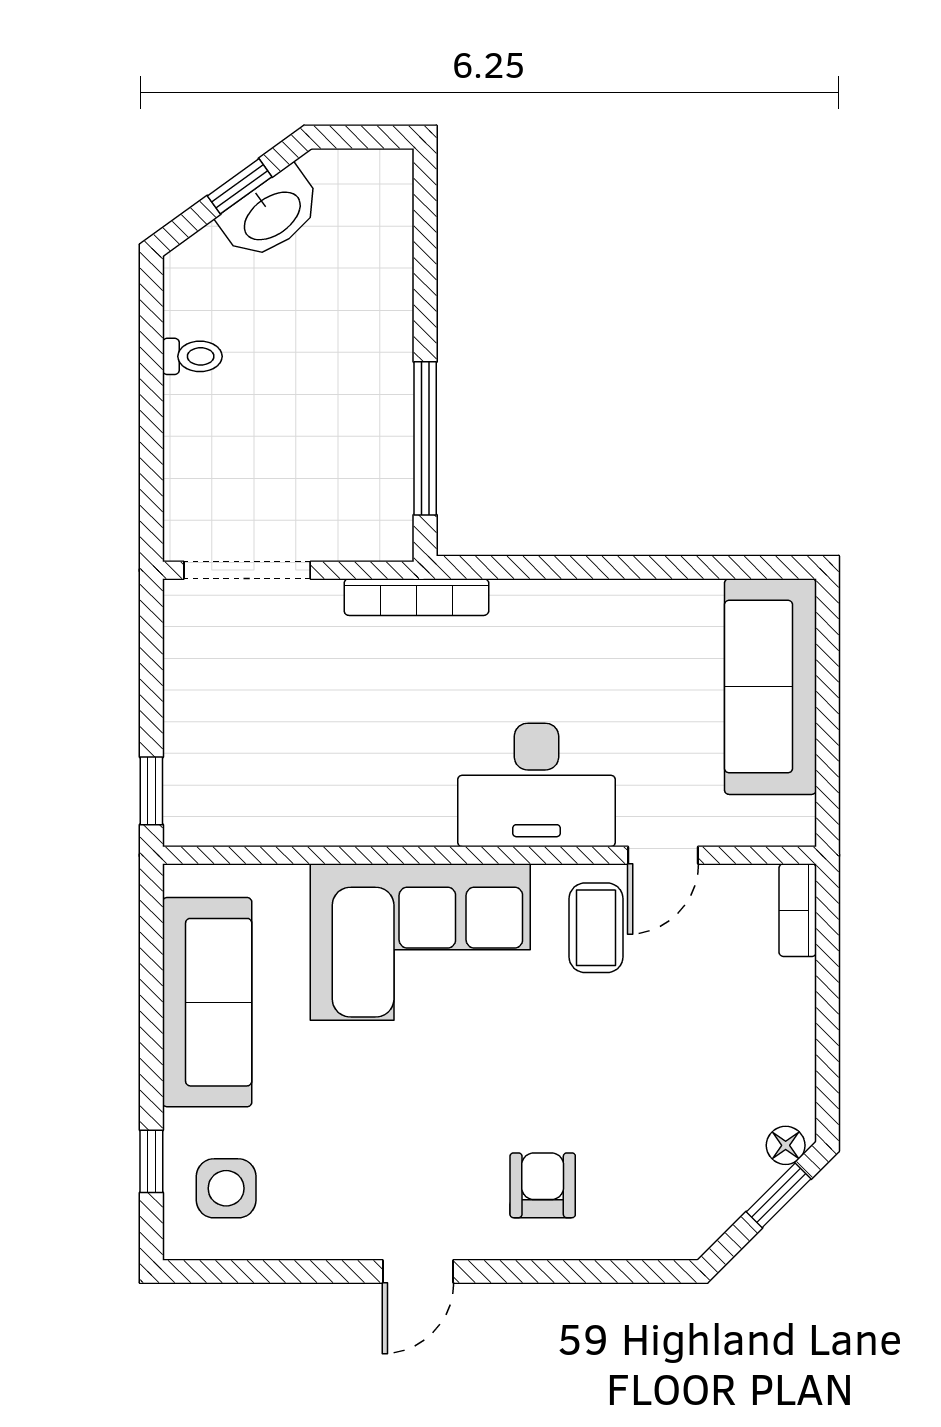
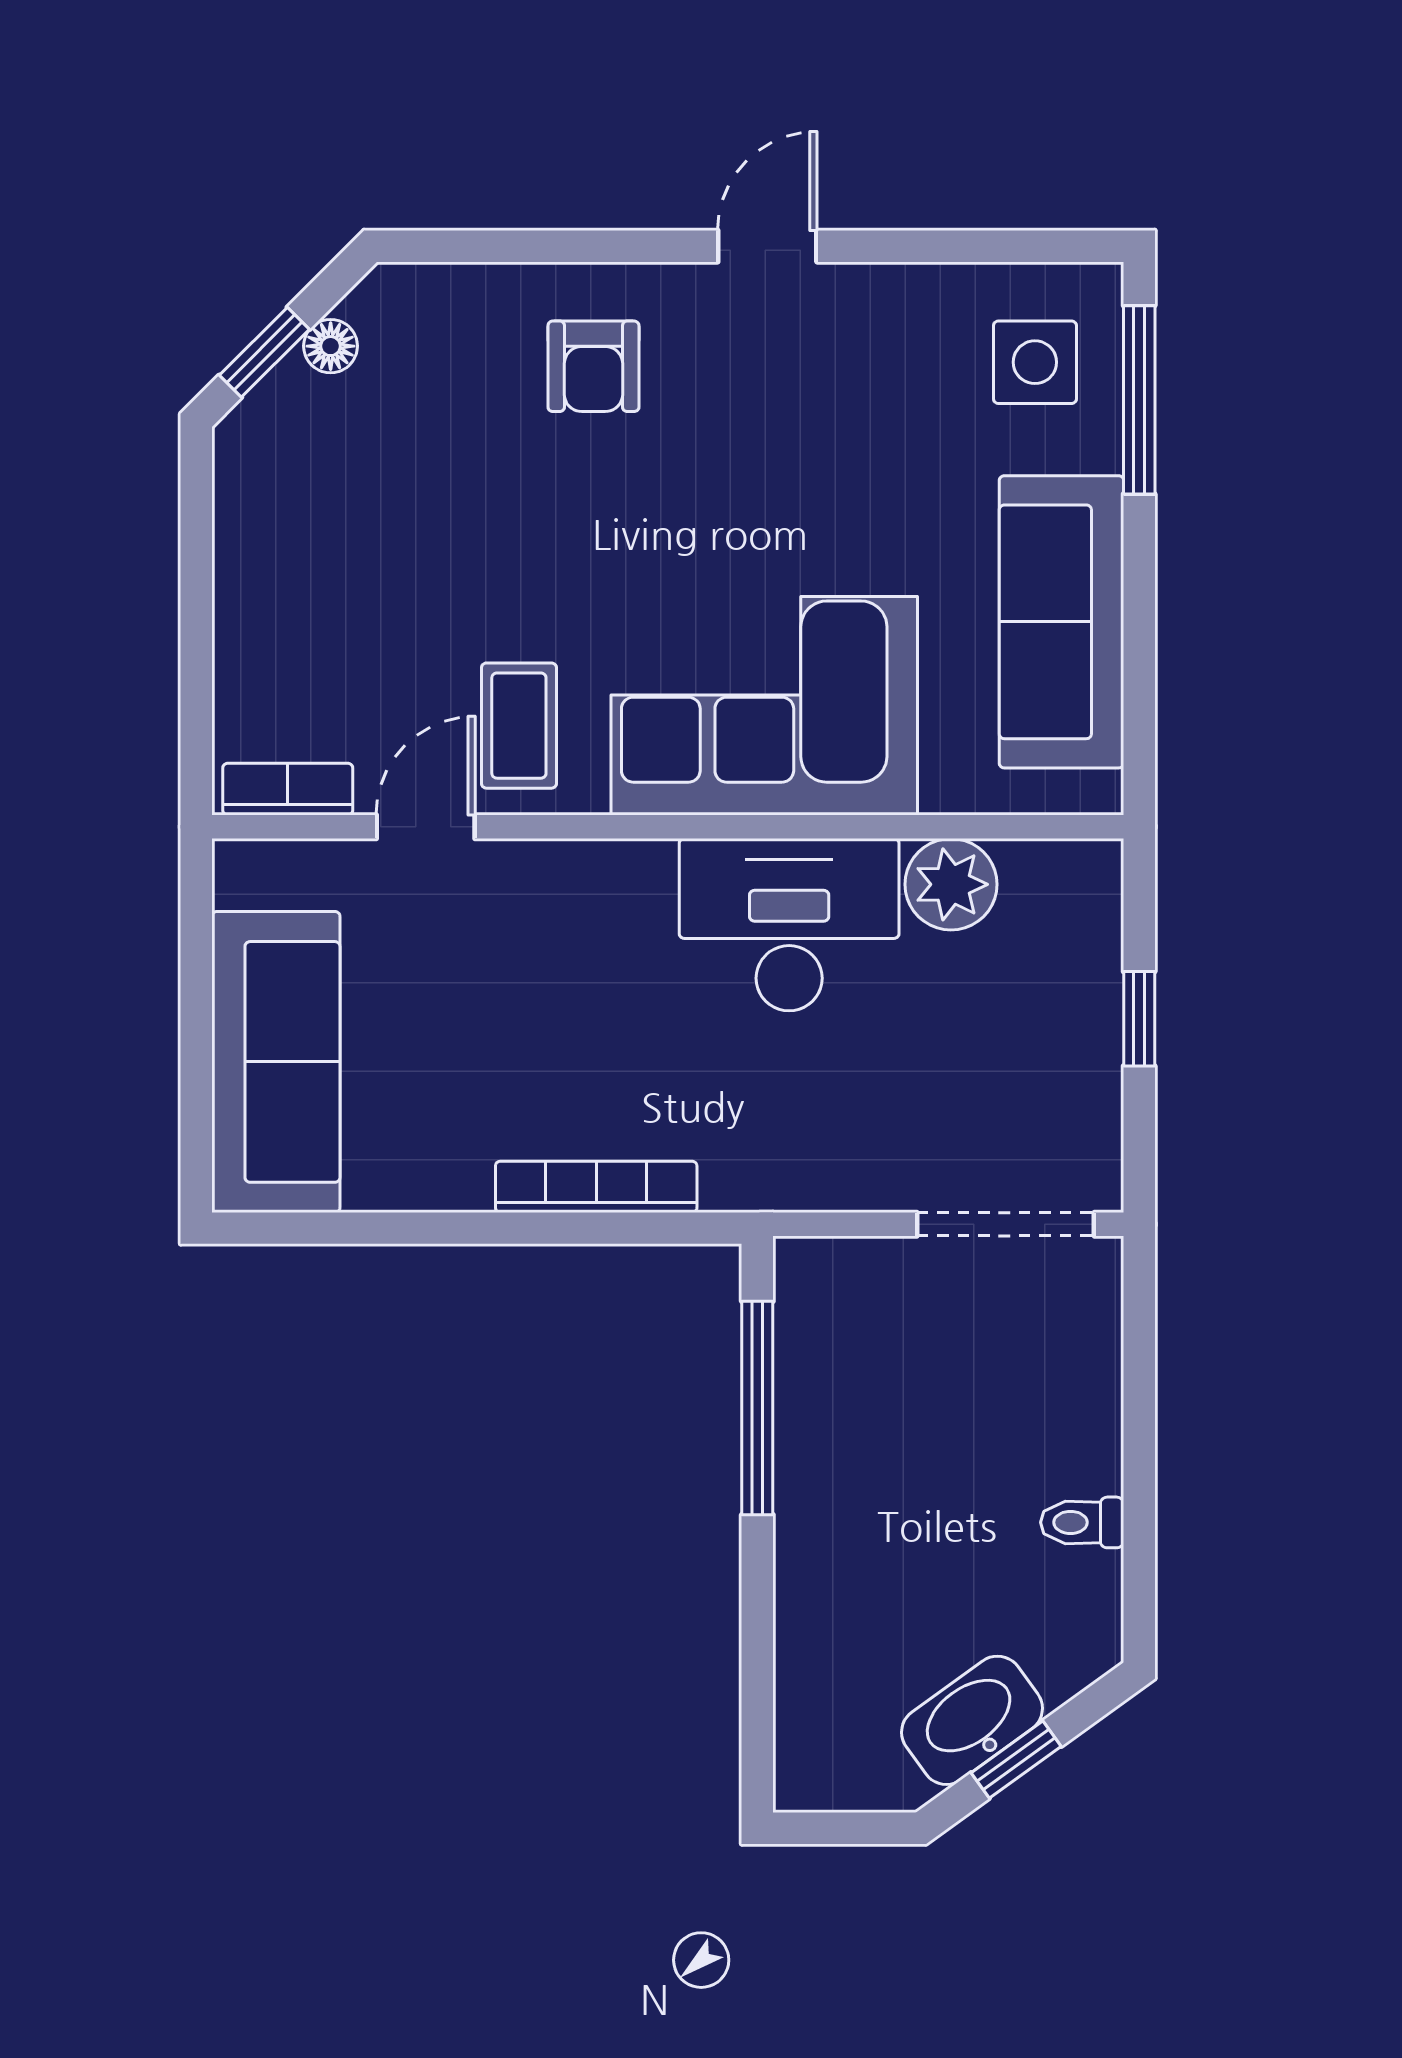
bookcase: (416, 597) -> (596, 1187), moved
desk: (536, 785) -> (789, 925), moved
window: (151, 791) -> (1139, 1019), moved
plant: (286, 814) -> (951, 884), added
bookcase: (798, 910) -> (288, 789), moved, turned -90
floor lamp: (786, 1145) -> (331, 346), moved
window: (151, 1161) -> (1139, 400), width x2.17

